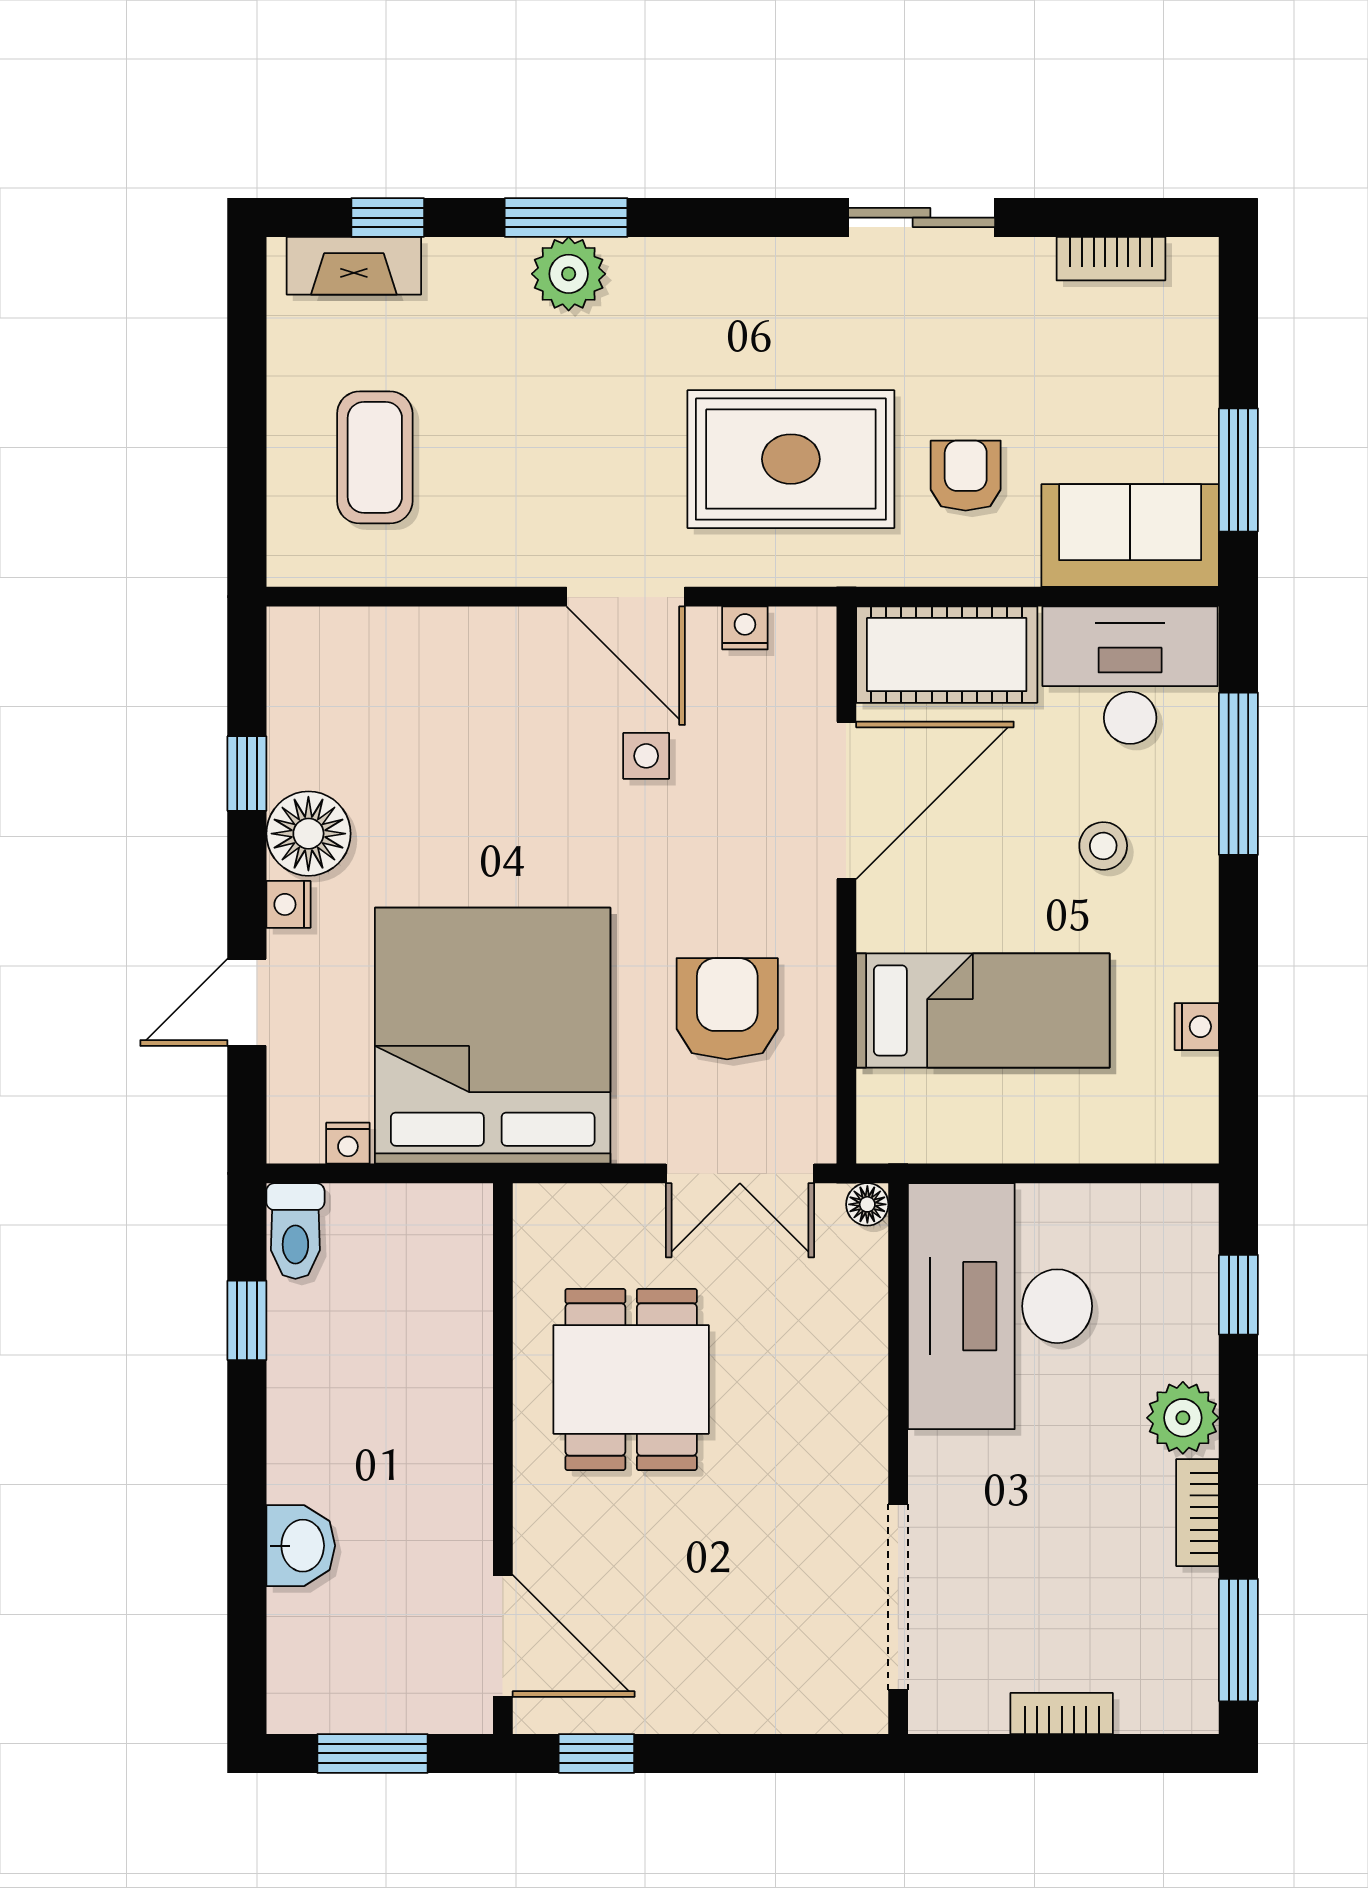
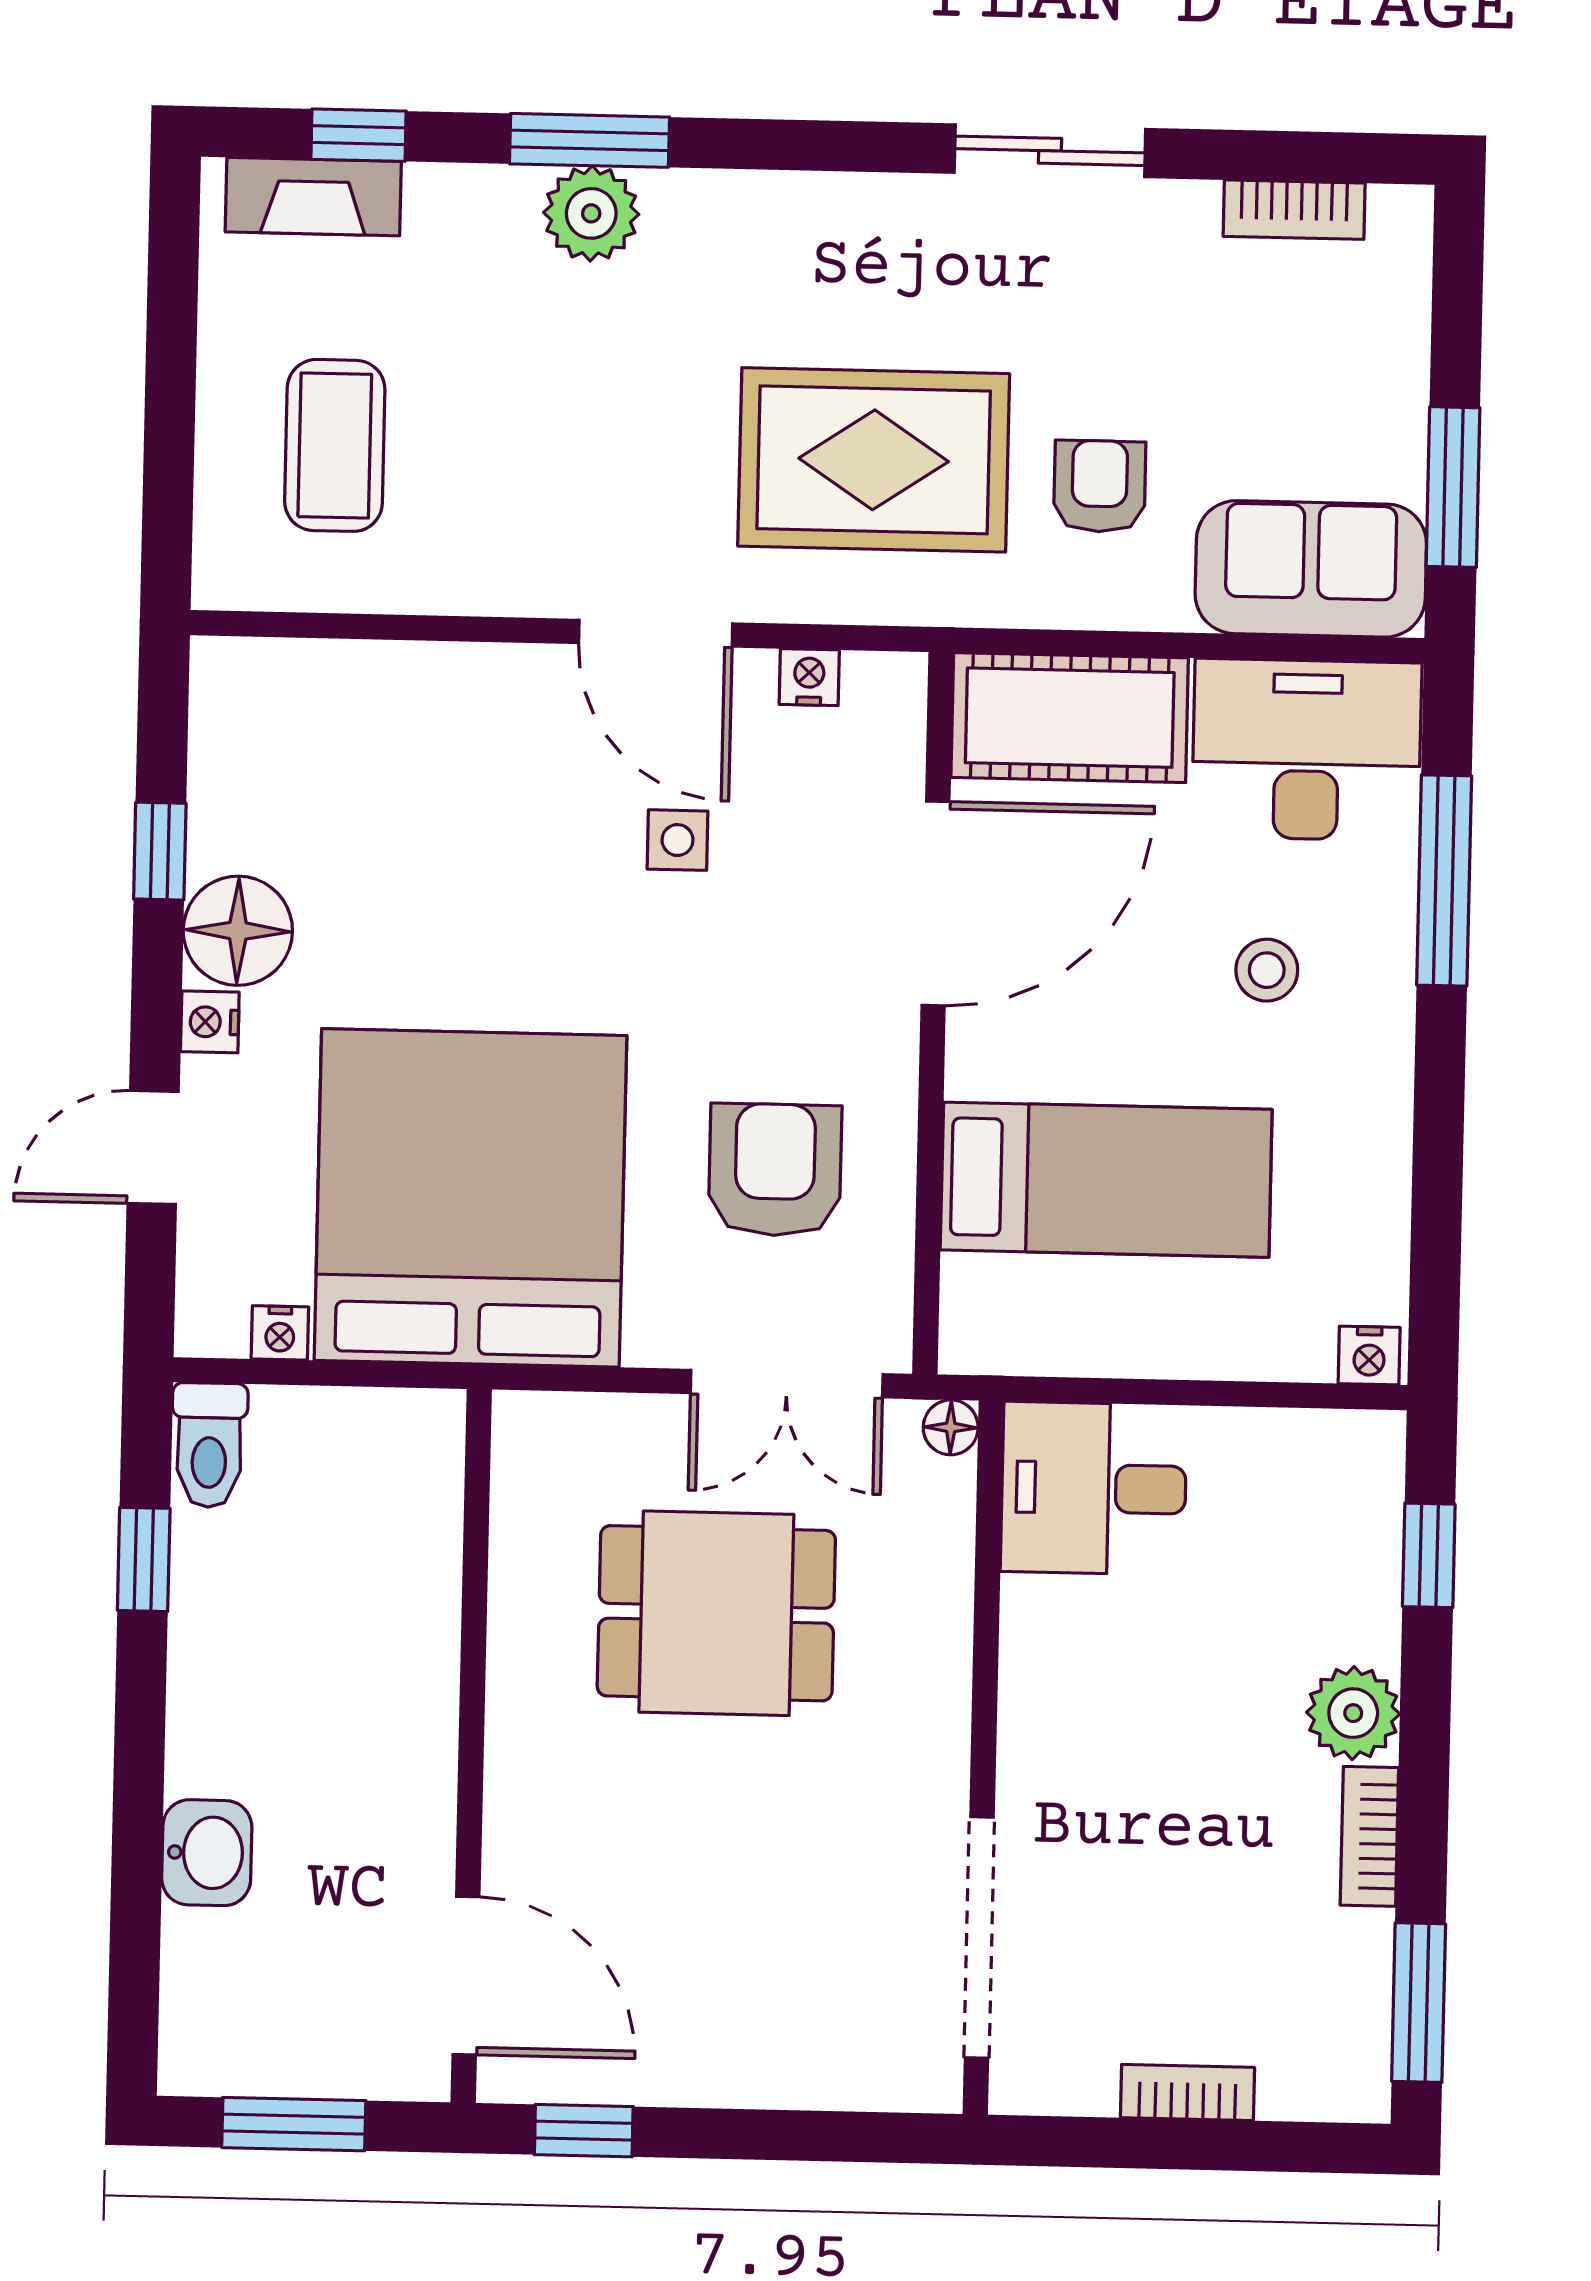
nightstand: (1197, 1027) -> (1369, 1355), moved, turned 90
desk: (1000, 1306) -> (1094, 1488), width x0.53, depth x0.77
dining table: (631, 1379) -> (716, 1613), moved, turned 90

